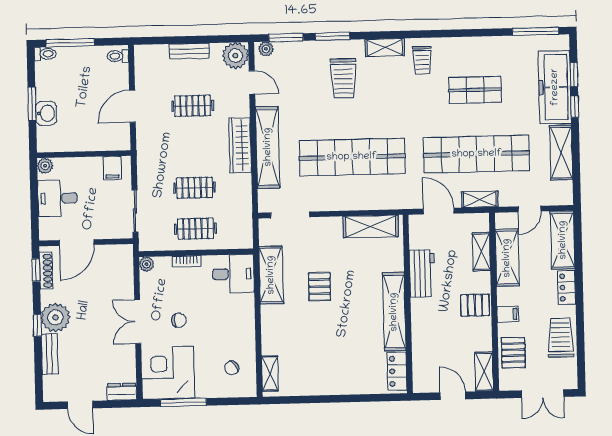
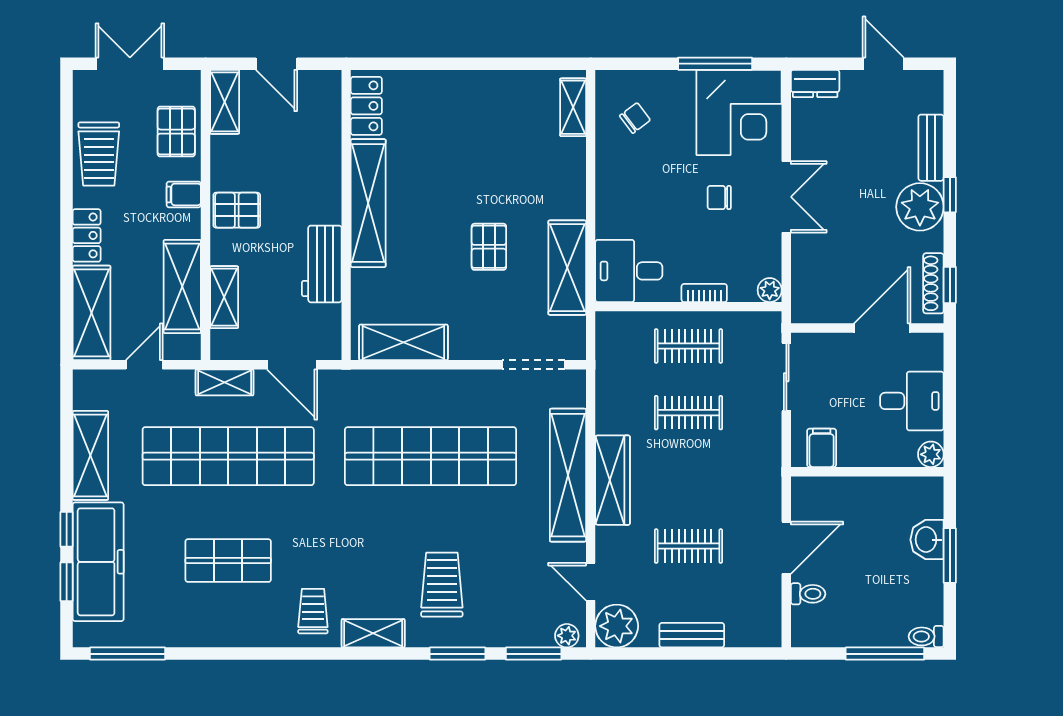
toilet: (118, 56) -> (808, 594), moved

